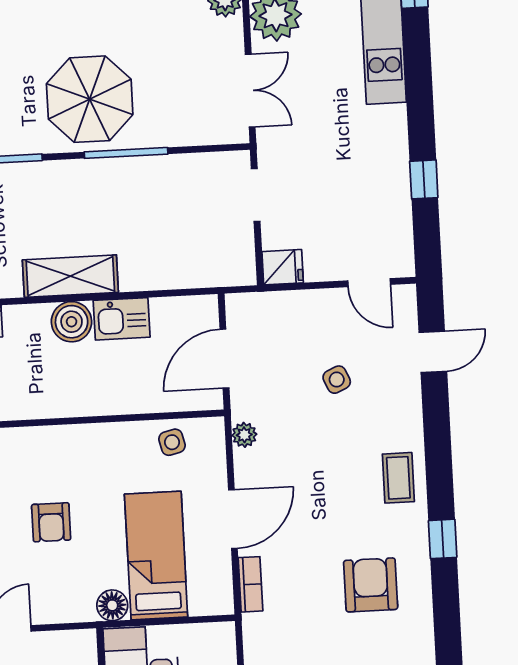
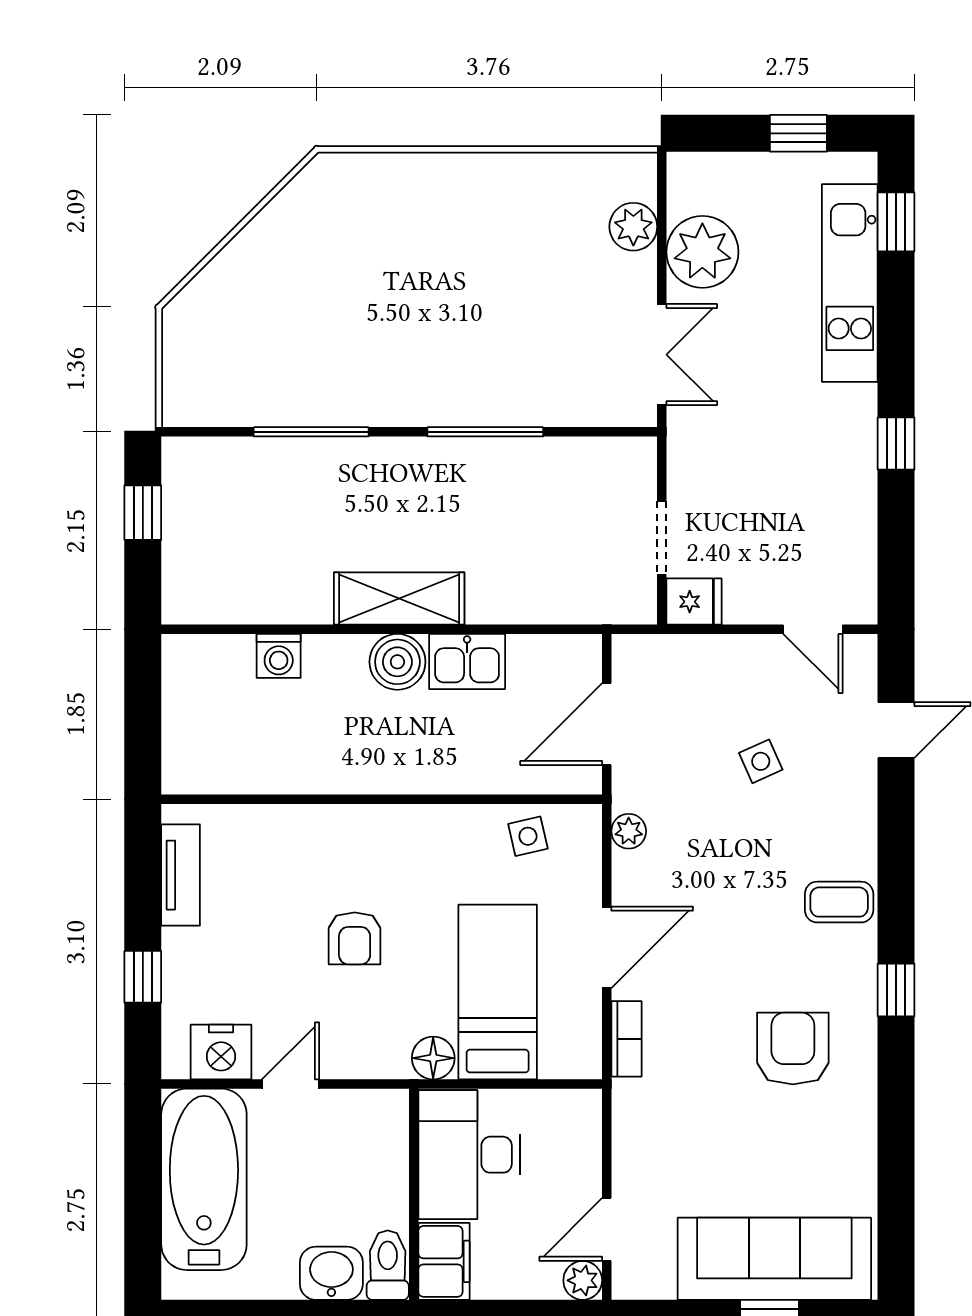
parasol: (90, 99) -> (439, 355), removed
window: (424, 179) -> (896, 444), moved
doorway: (256, 195) -> (662, 538), moved
coffee table: (398, 478) -> (839, 902), turned 90

